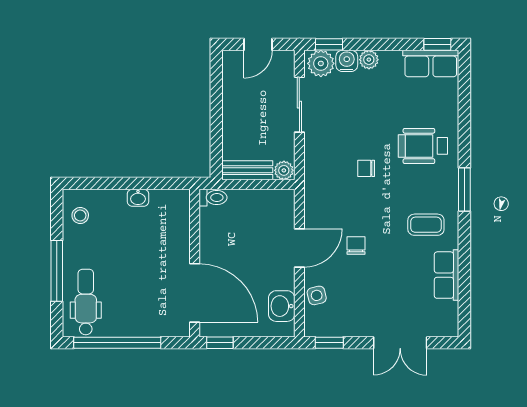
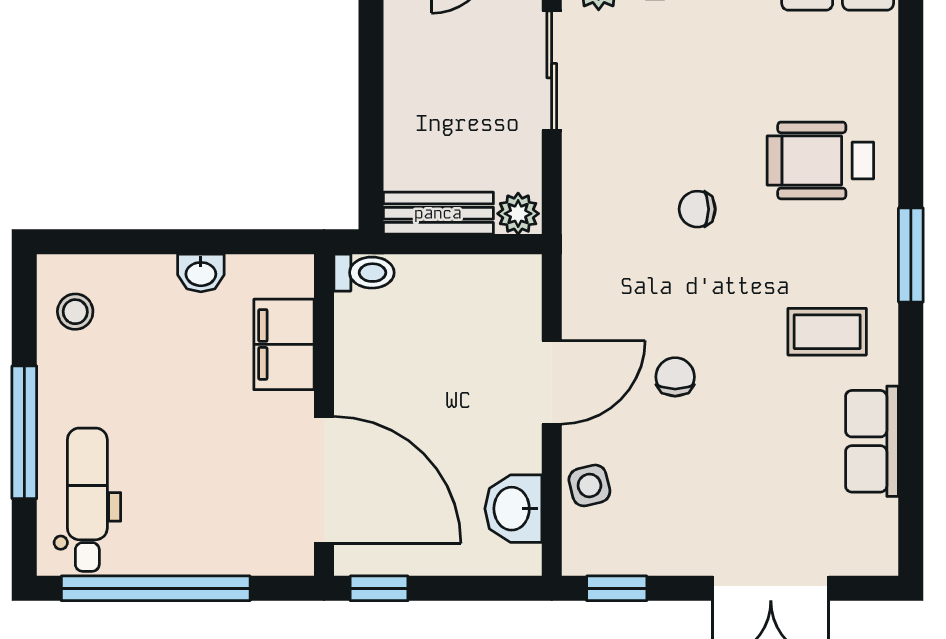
filing cabinet: (176, 231) -> (284, 344), added

